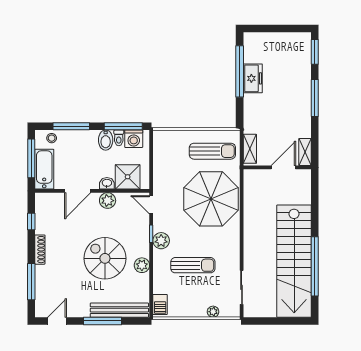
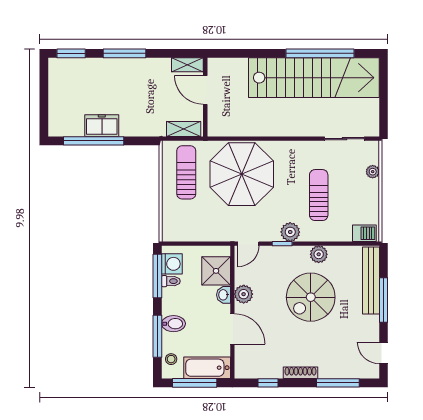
bidet: (106, 140) -> (173, 324), moved

